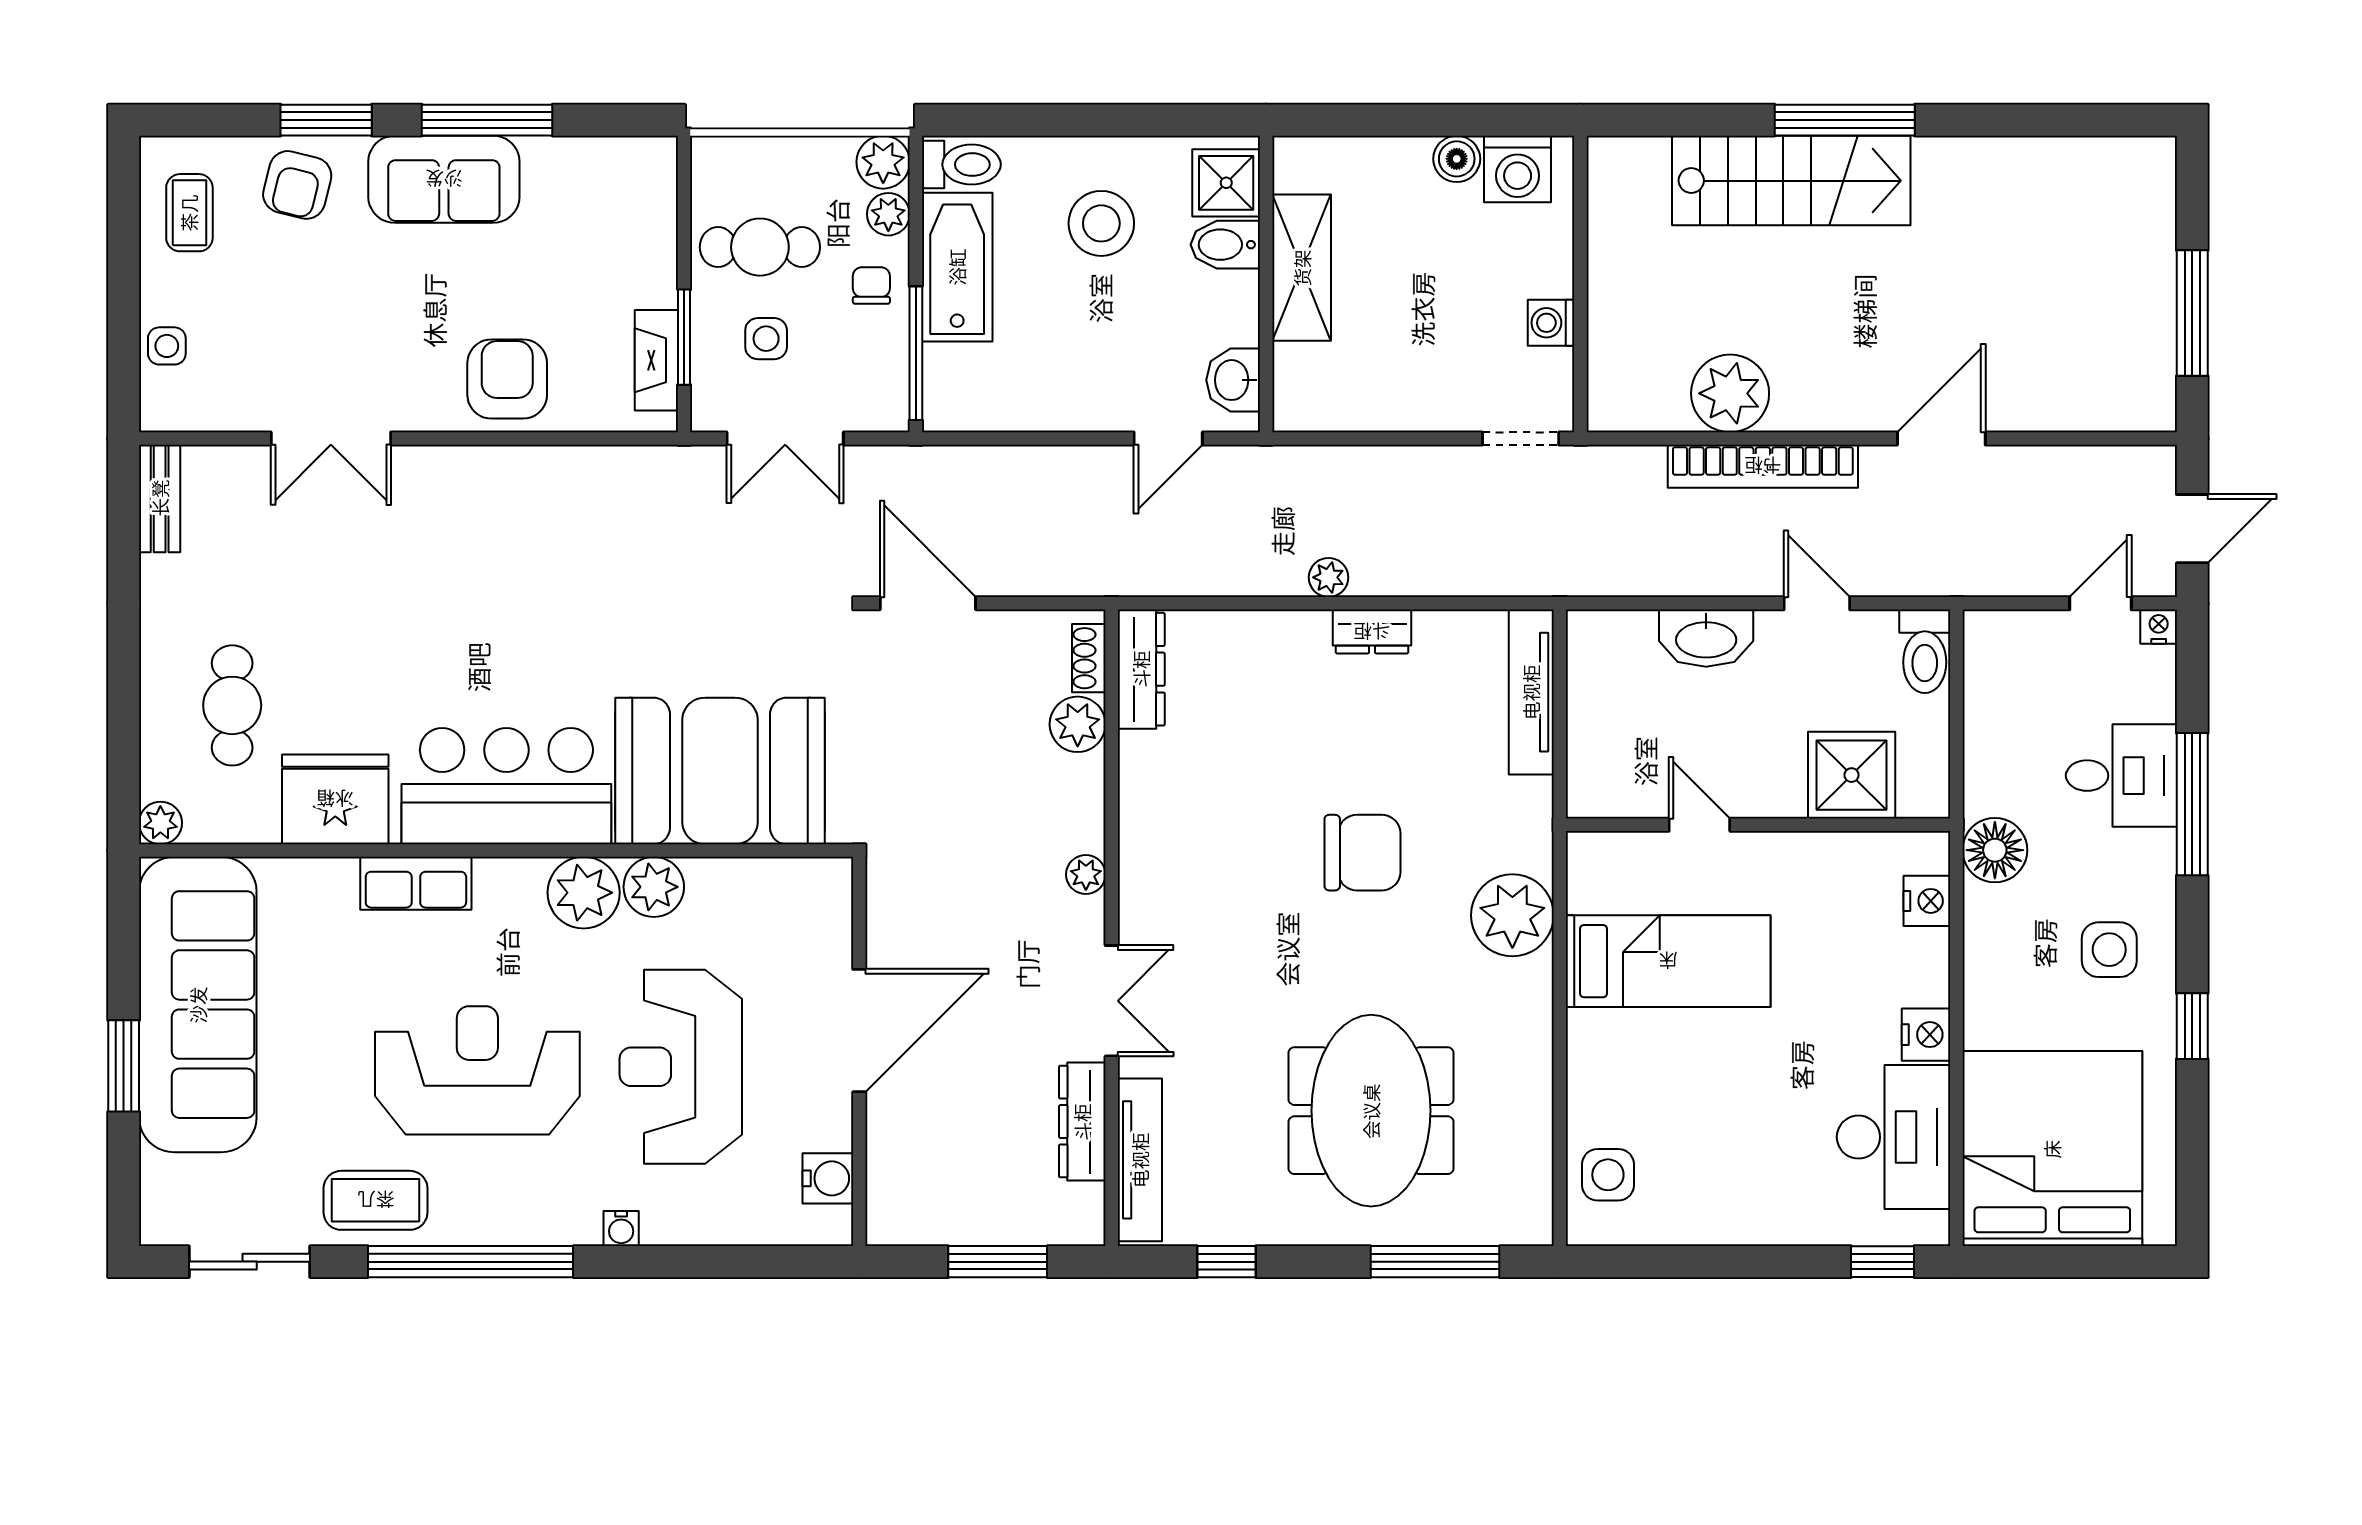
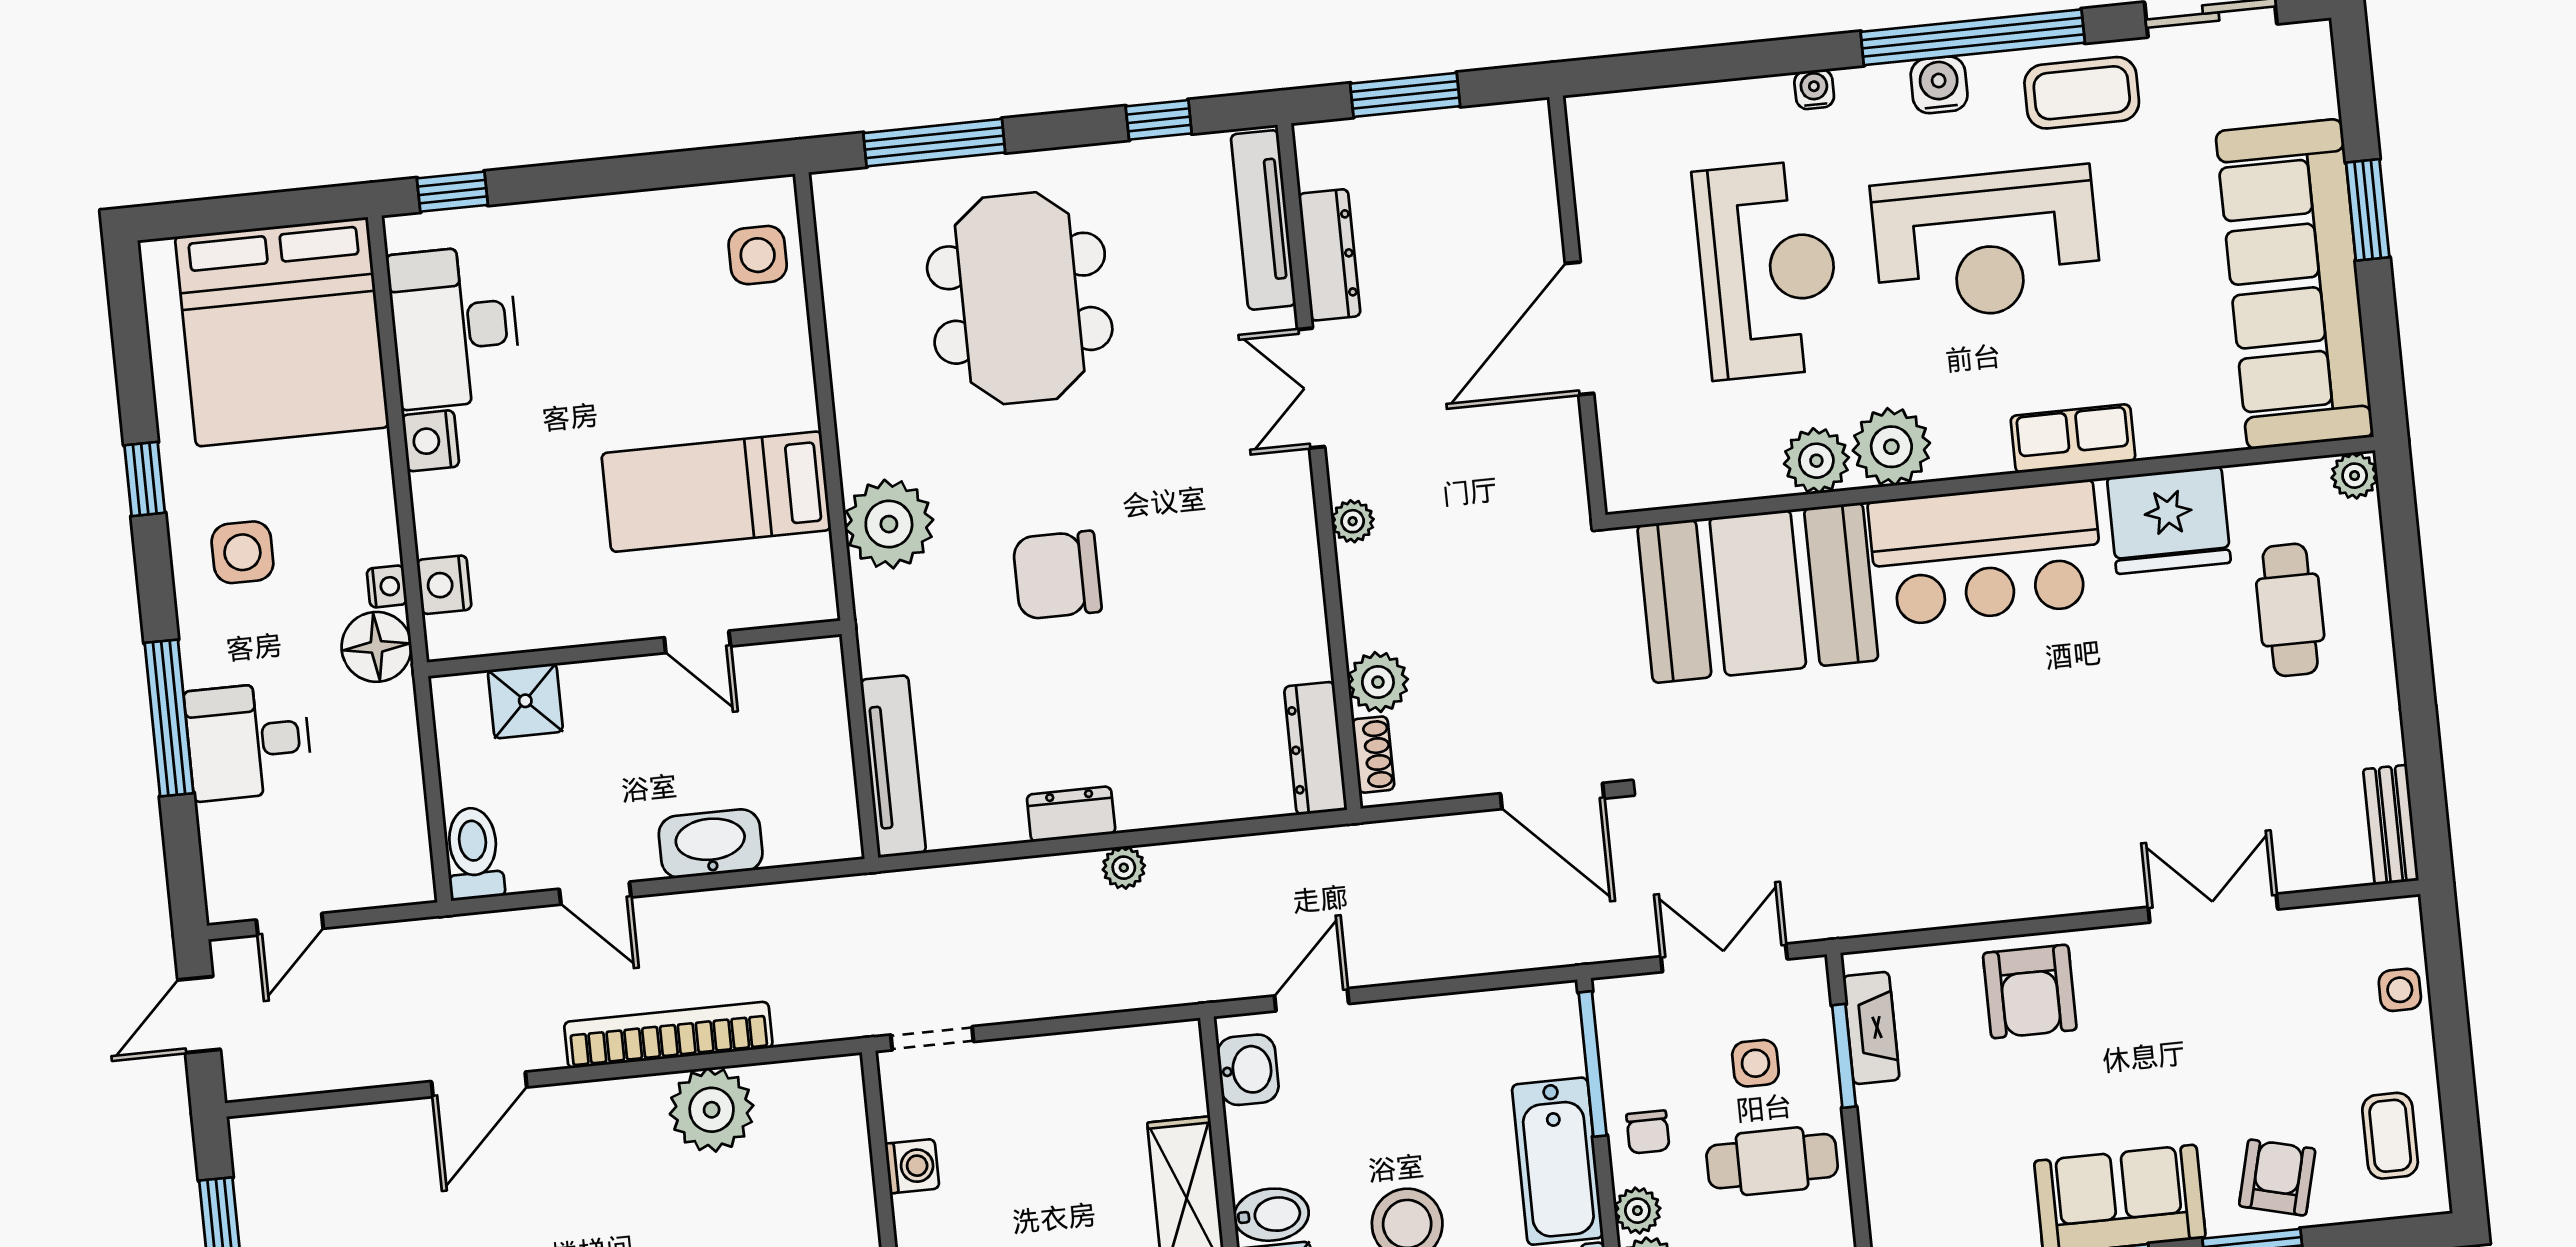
nightstand: (2159, 627) -> (387, 586), moved, turned -90
shower: (1852, 775) -> (525, 701), width x0.73, depth x0.73
water cooler: (828, 1178) -> (1939, 85), moved, turned 90

